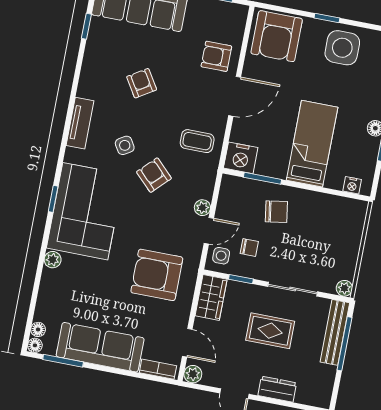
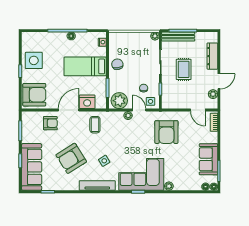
armchair: (216, 56) -> (50, 123), turned -90
armchair: (142, 83) -> (71, 158), width x1.88, depth x1.88
door: (235, 96) -> (69, 110), hinge flipped
tv unit: (80, 123) -> (97, 186), width x1.41
nightstand: (241, 158) -> (87, 102), moved, turned 90
armchair: (154, 175) -> (116, 143), removed
plant: (234, 196) -> (119, 101), added
chair: (276, 212) -> (117, 64), moved
wardrobe: (211, 297) -> (173, 102), removed
door: (187, 343) -> (198, 110), swing flipped
sofa: (100, 347) -> (208, 159), width x0.73
plant: (193, 374) -> (213, 94), moved
dresser: (277, 389) -> (212, 56), width x1.44

